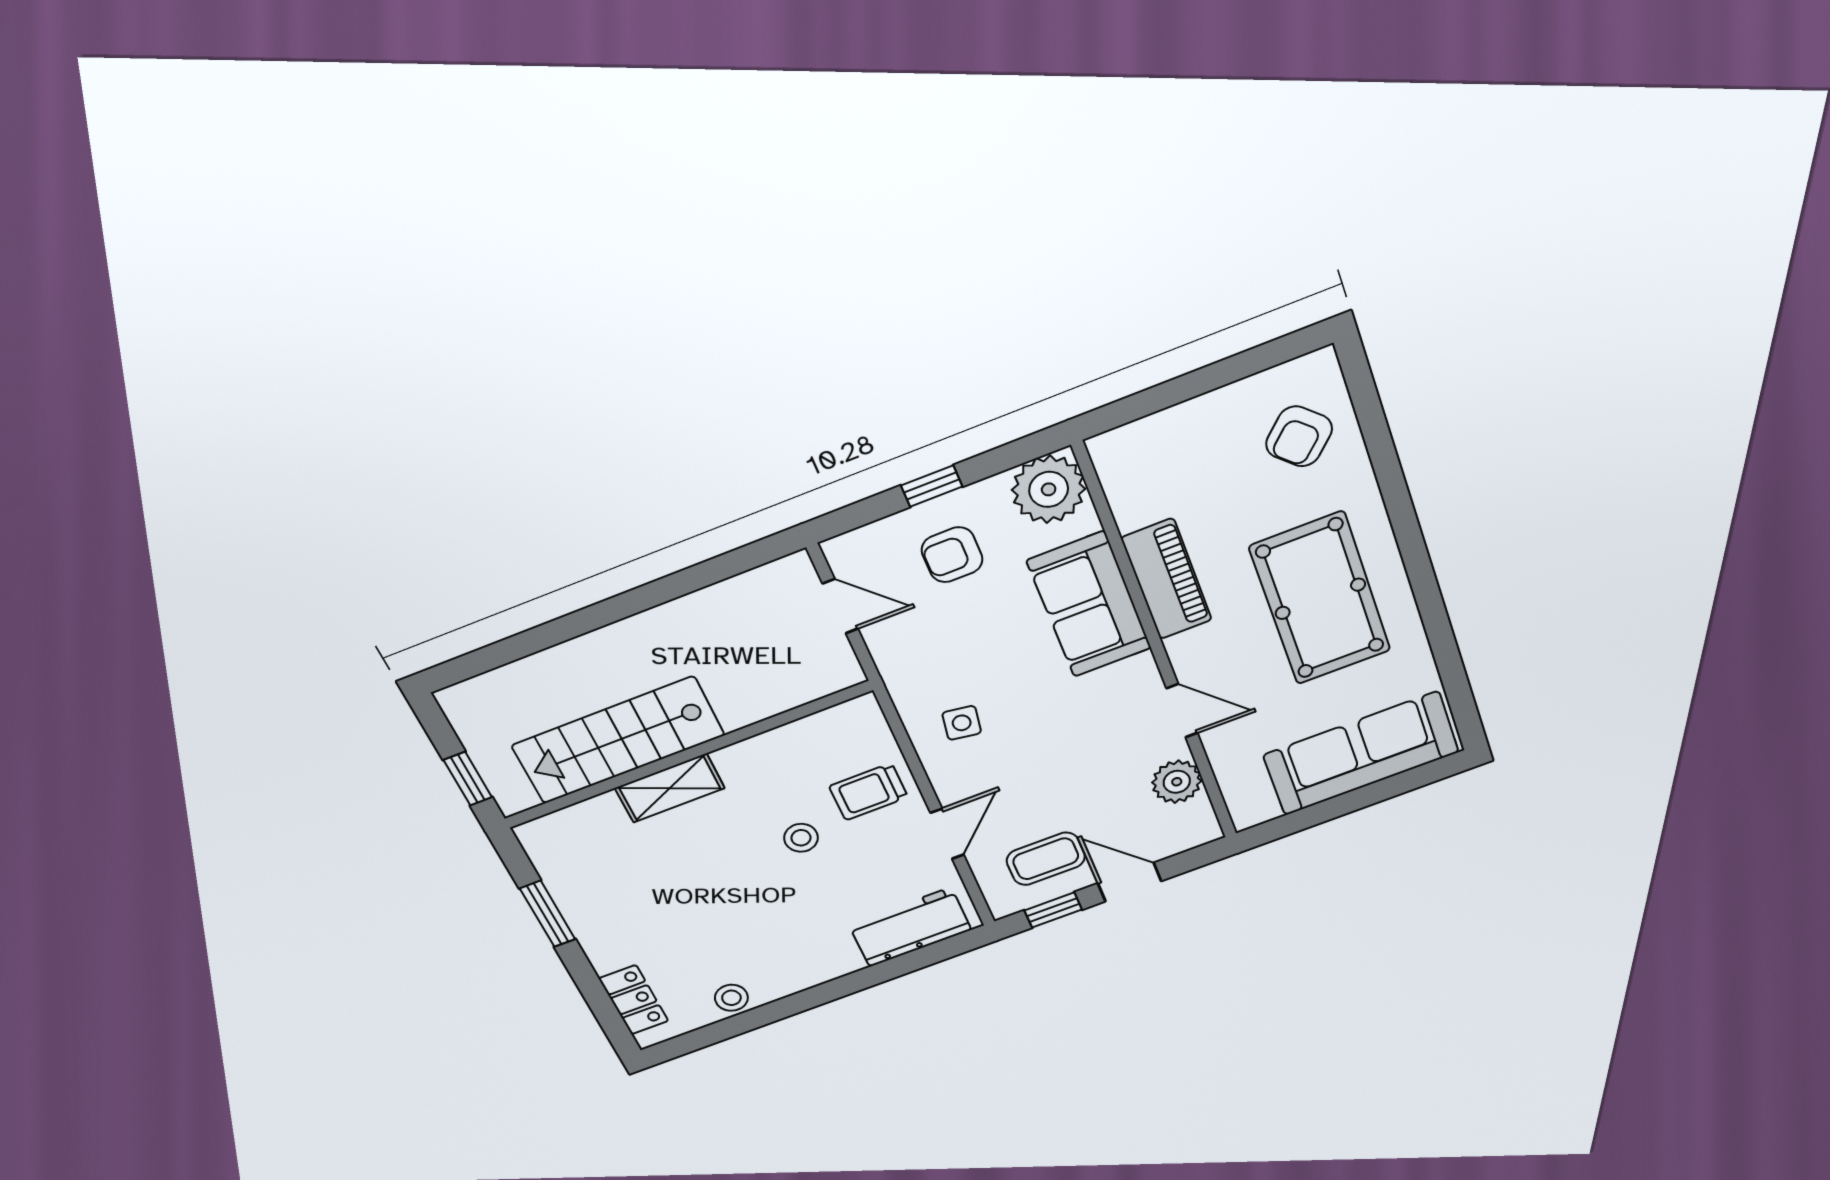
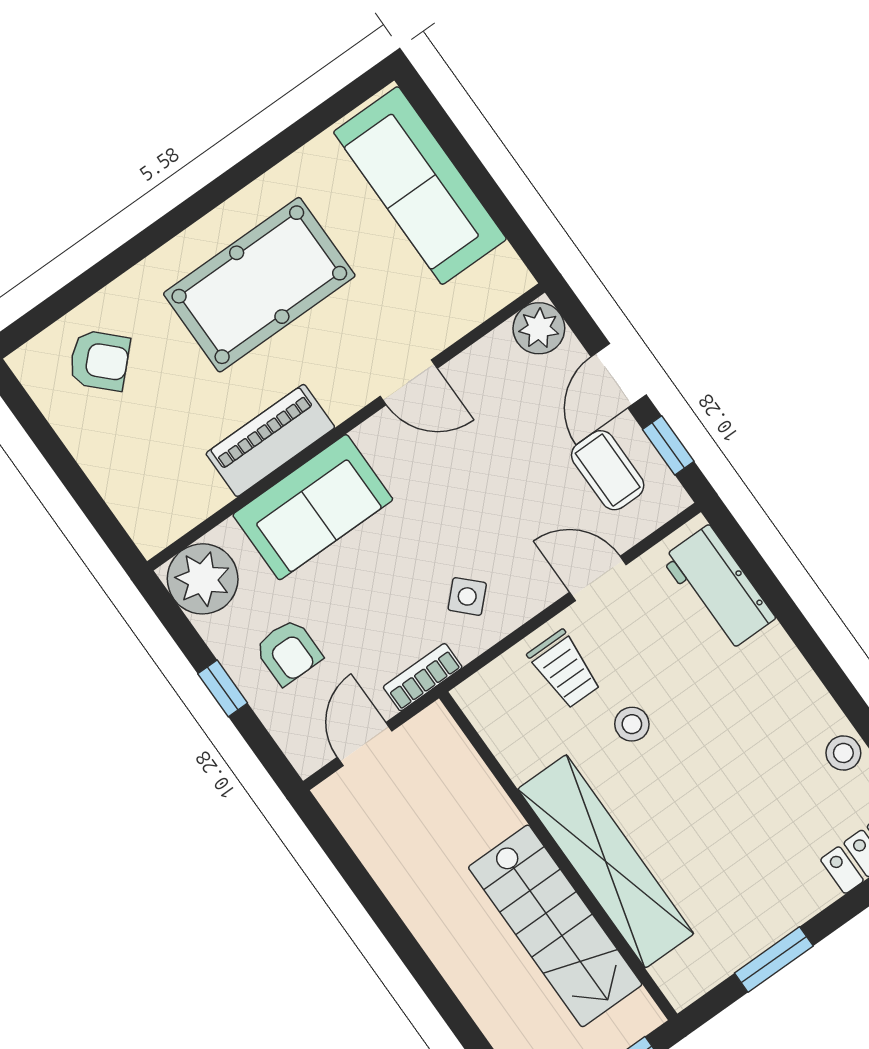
bookcase: (894, 670) -> (423, 677), added
door: (1182, 711) -> (409, 382), swing flipped
side table: (962, 723) -> (467, 596), turned 36
plant: (1177, 782) -> (539, 328), moved
shelving: (670, 788) -> (606, 861), width x2.20, depth x1.33

